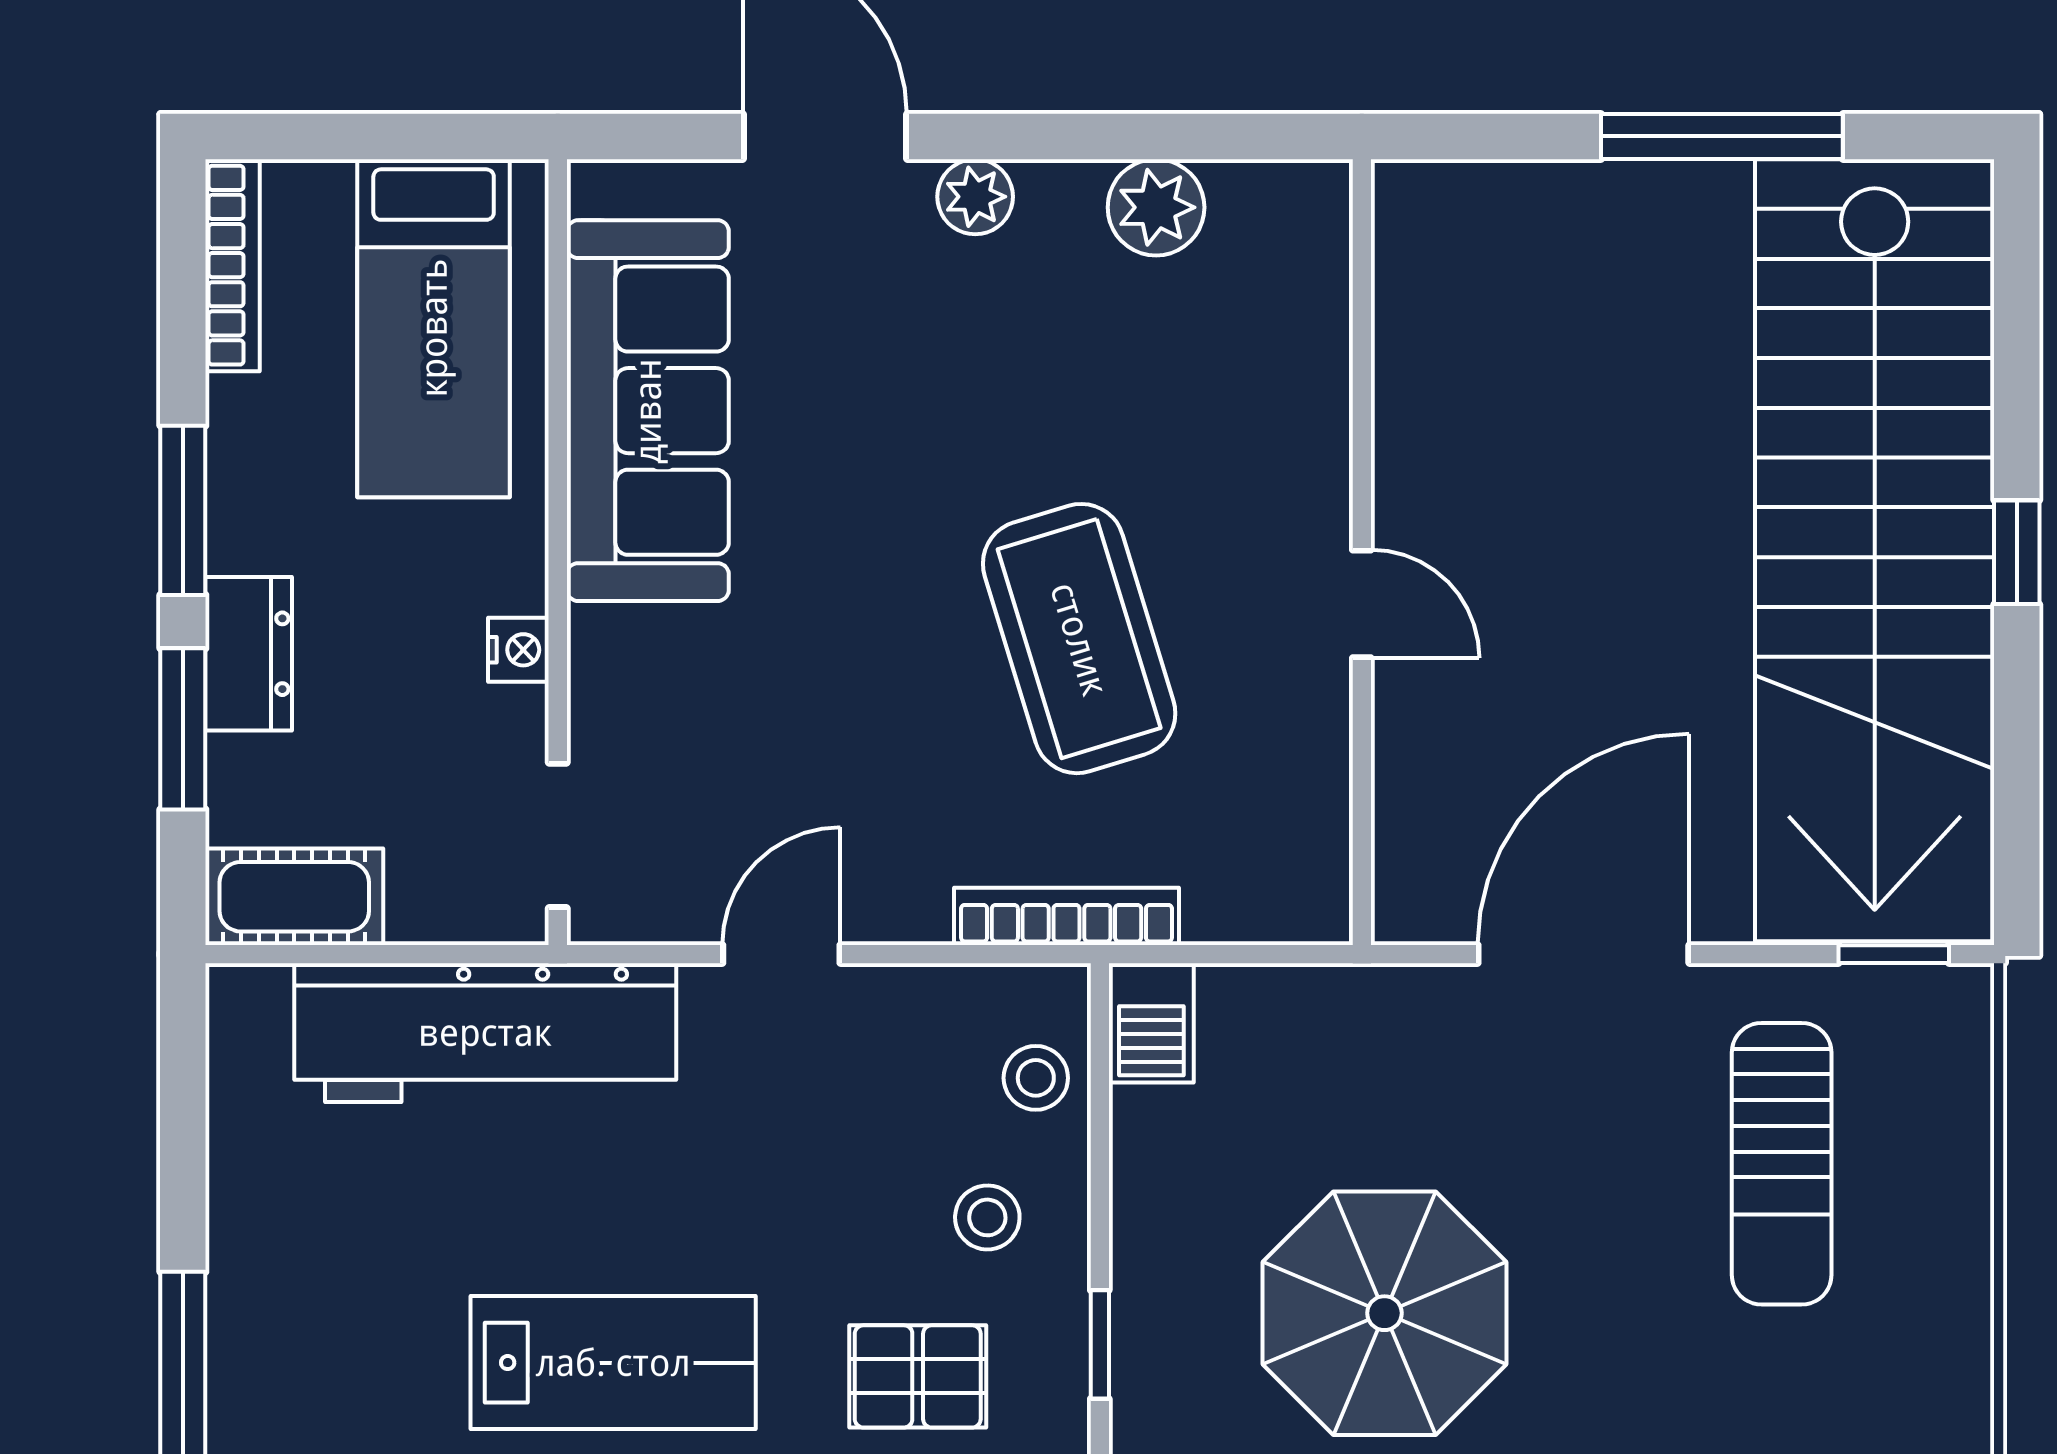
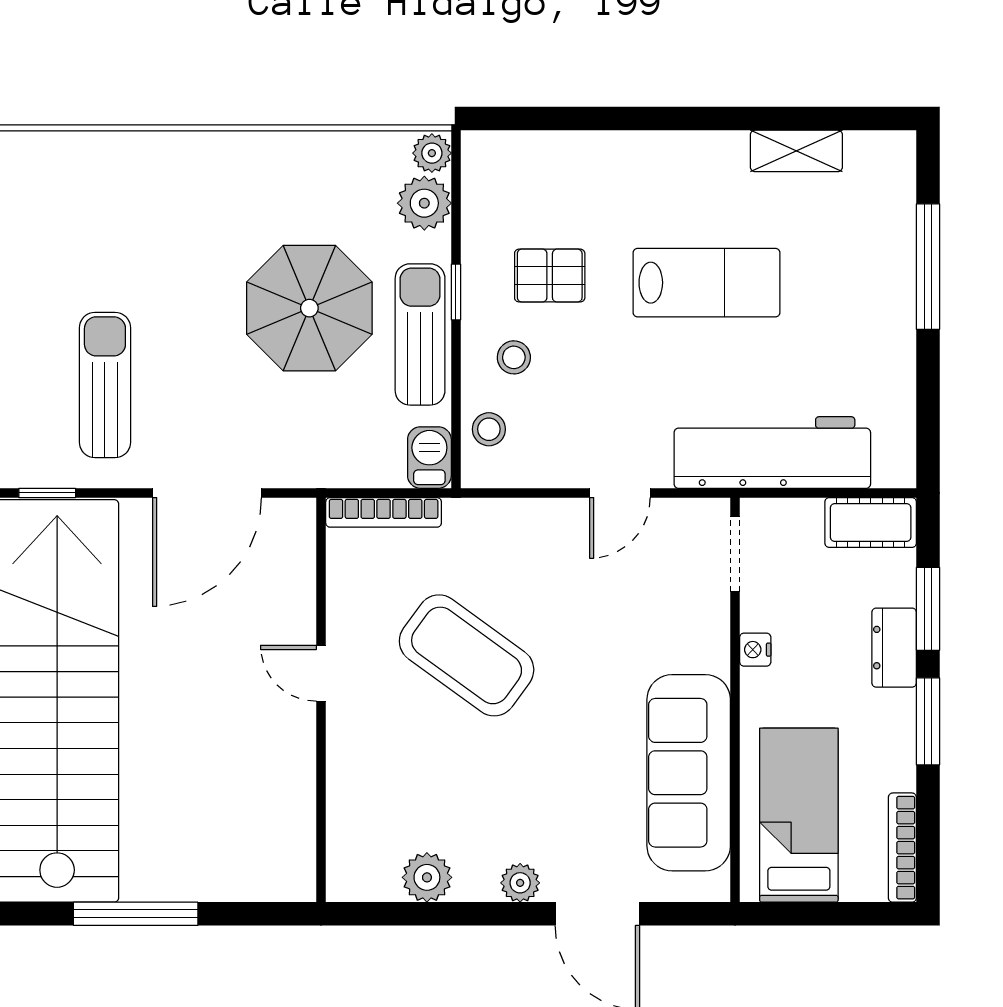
coffee table: (1079, 639) -> (467, 655), turned -37
bookcase: (1066, 916) -> (384, 512), moved
sun lounger: (1170, 1262) -> (420, 334), added
lab bench: (613, 1363) -> (707, 283), turned 180

